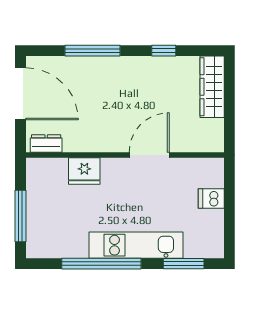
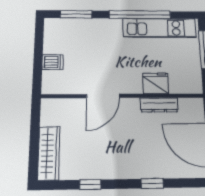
window: (93, 51) -> (152, 183), width x0.46
dresser: (46, 144) -> (159, 105), moved, width x1.44
kitchen unit: (136, 245) -> (159, 28), moved

